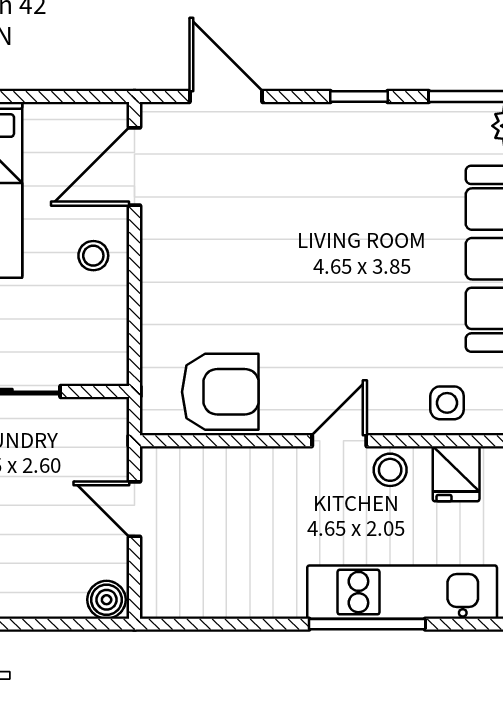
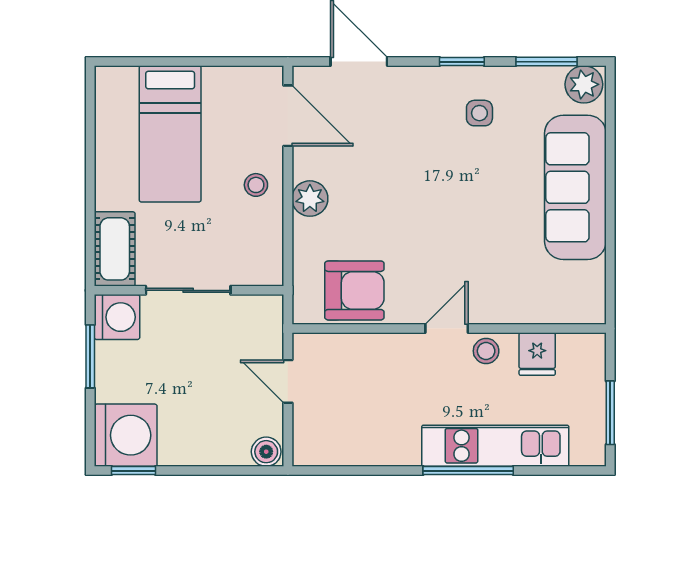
door: (134, 166) -> (288, 116), swing flipped
plant: (163, 273) -> (310, 199), added
side table: (447, 403) -> (479, 113), moved

